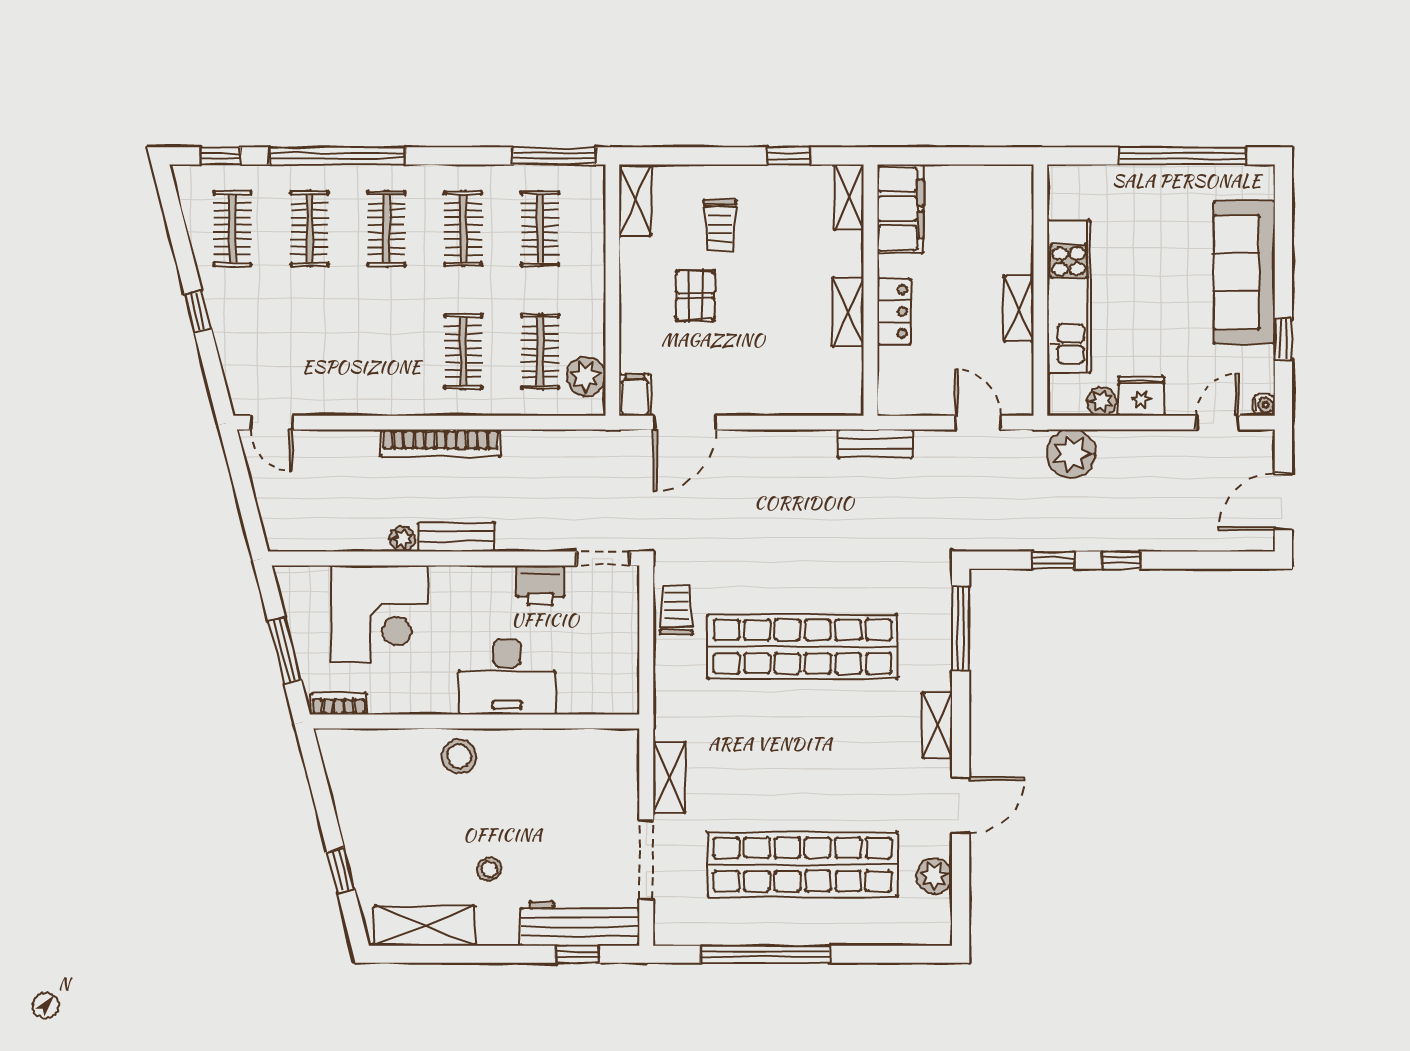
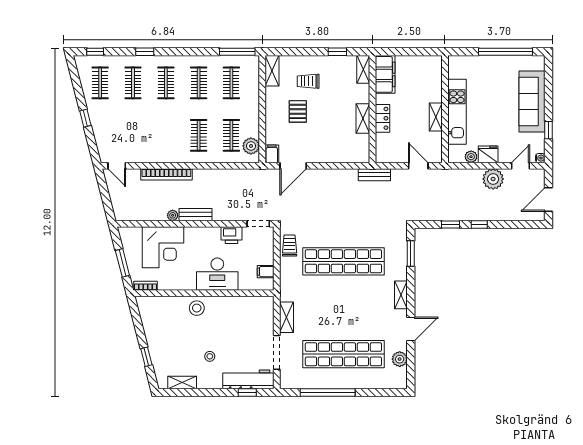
window: (337, 156) -> (145, 52), width x0.32
trolley: (720, 225) -> (308, 81), turned 90
bookcase: (441, 443) -> (166, 174), moved
plant: (1071, 454) -> (493, 179), moved
window: (961, 628) -> (411, 253), width x0.69
filing cabinet: (620, 671) -> (266, 272), added
shelving: (424, 926) -> (182, 383), width x0.67, depth x0.75

